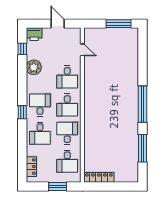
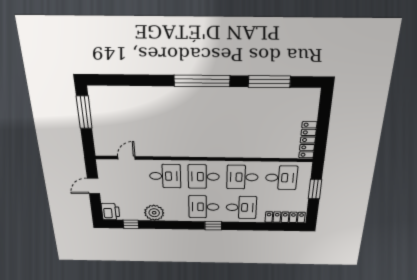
desk: (67, 105) -> (204, 177), turned 180
locker: (31, 167) -> (285, 217), width x1.53

